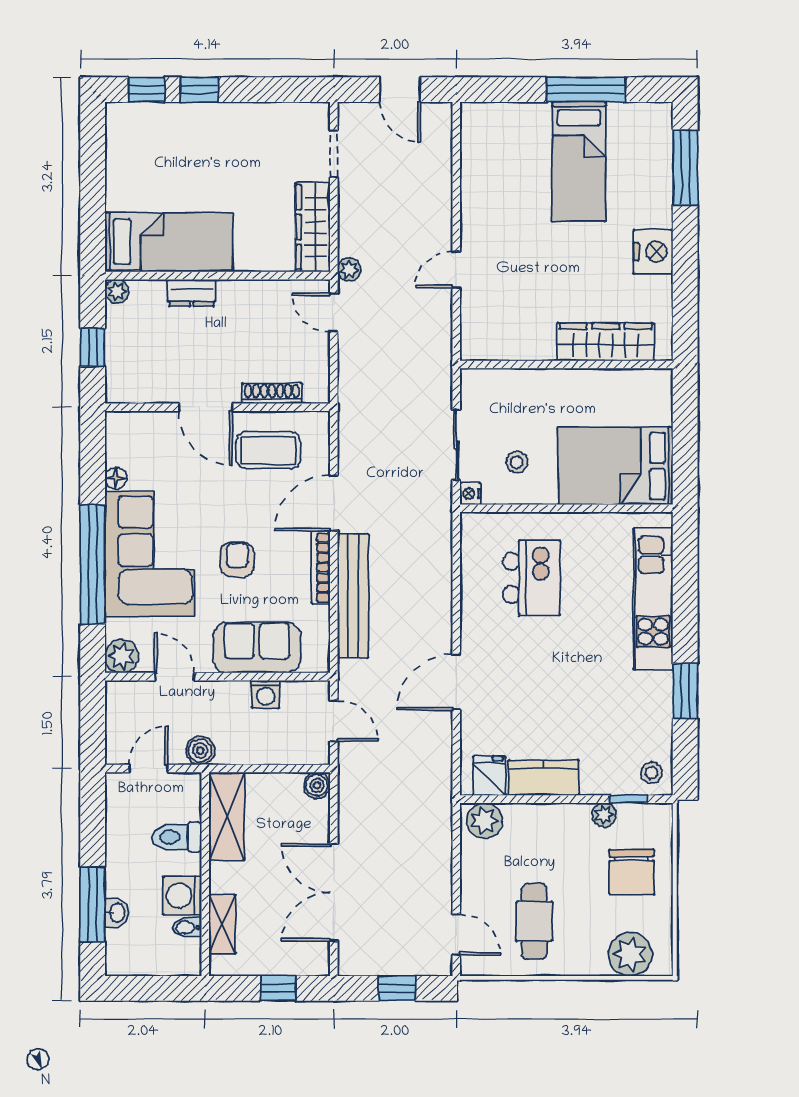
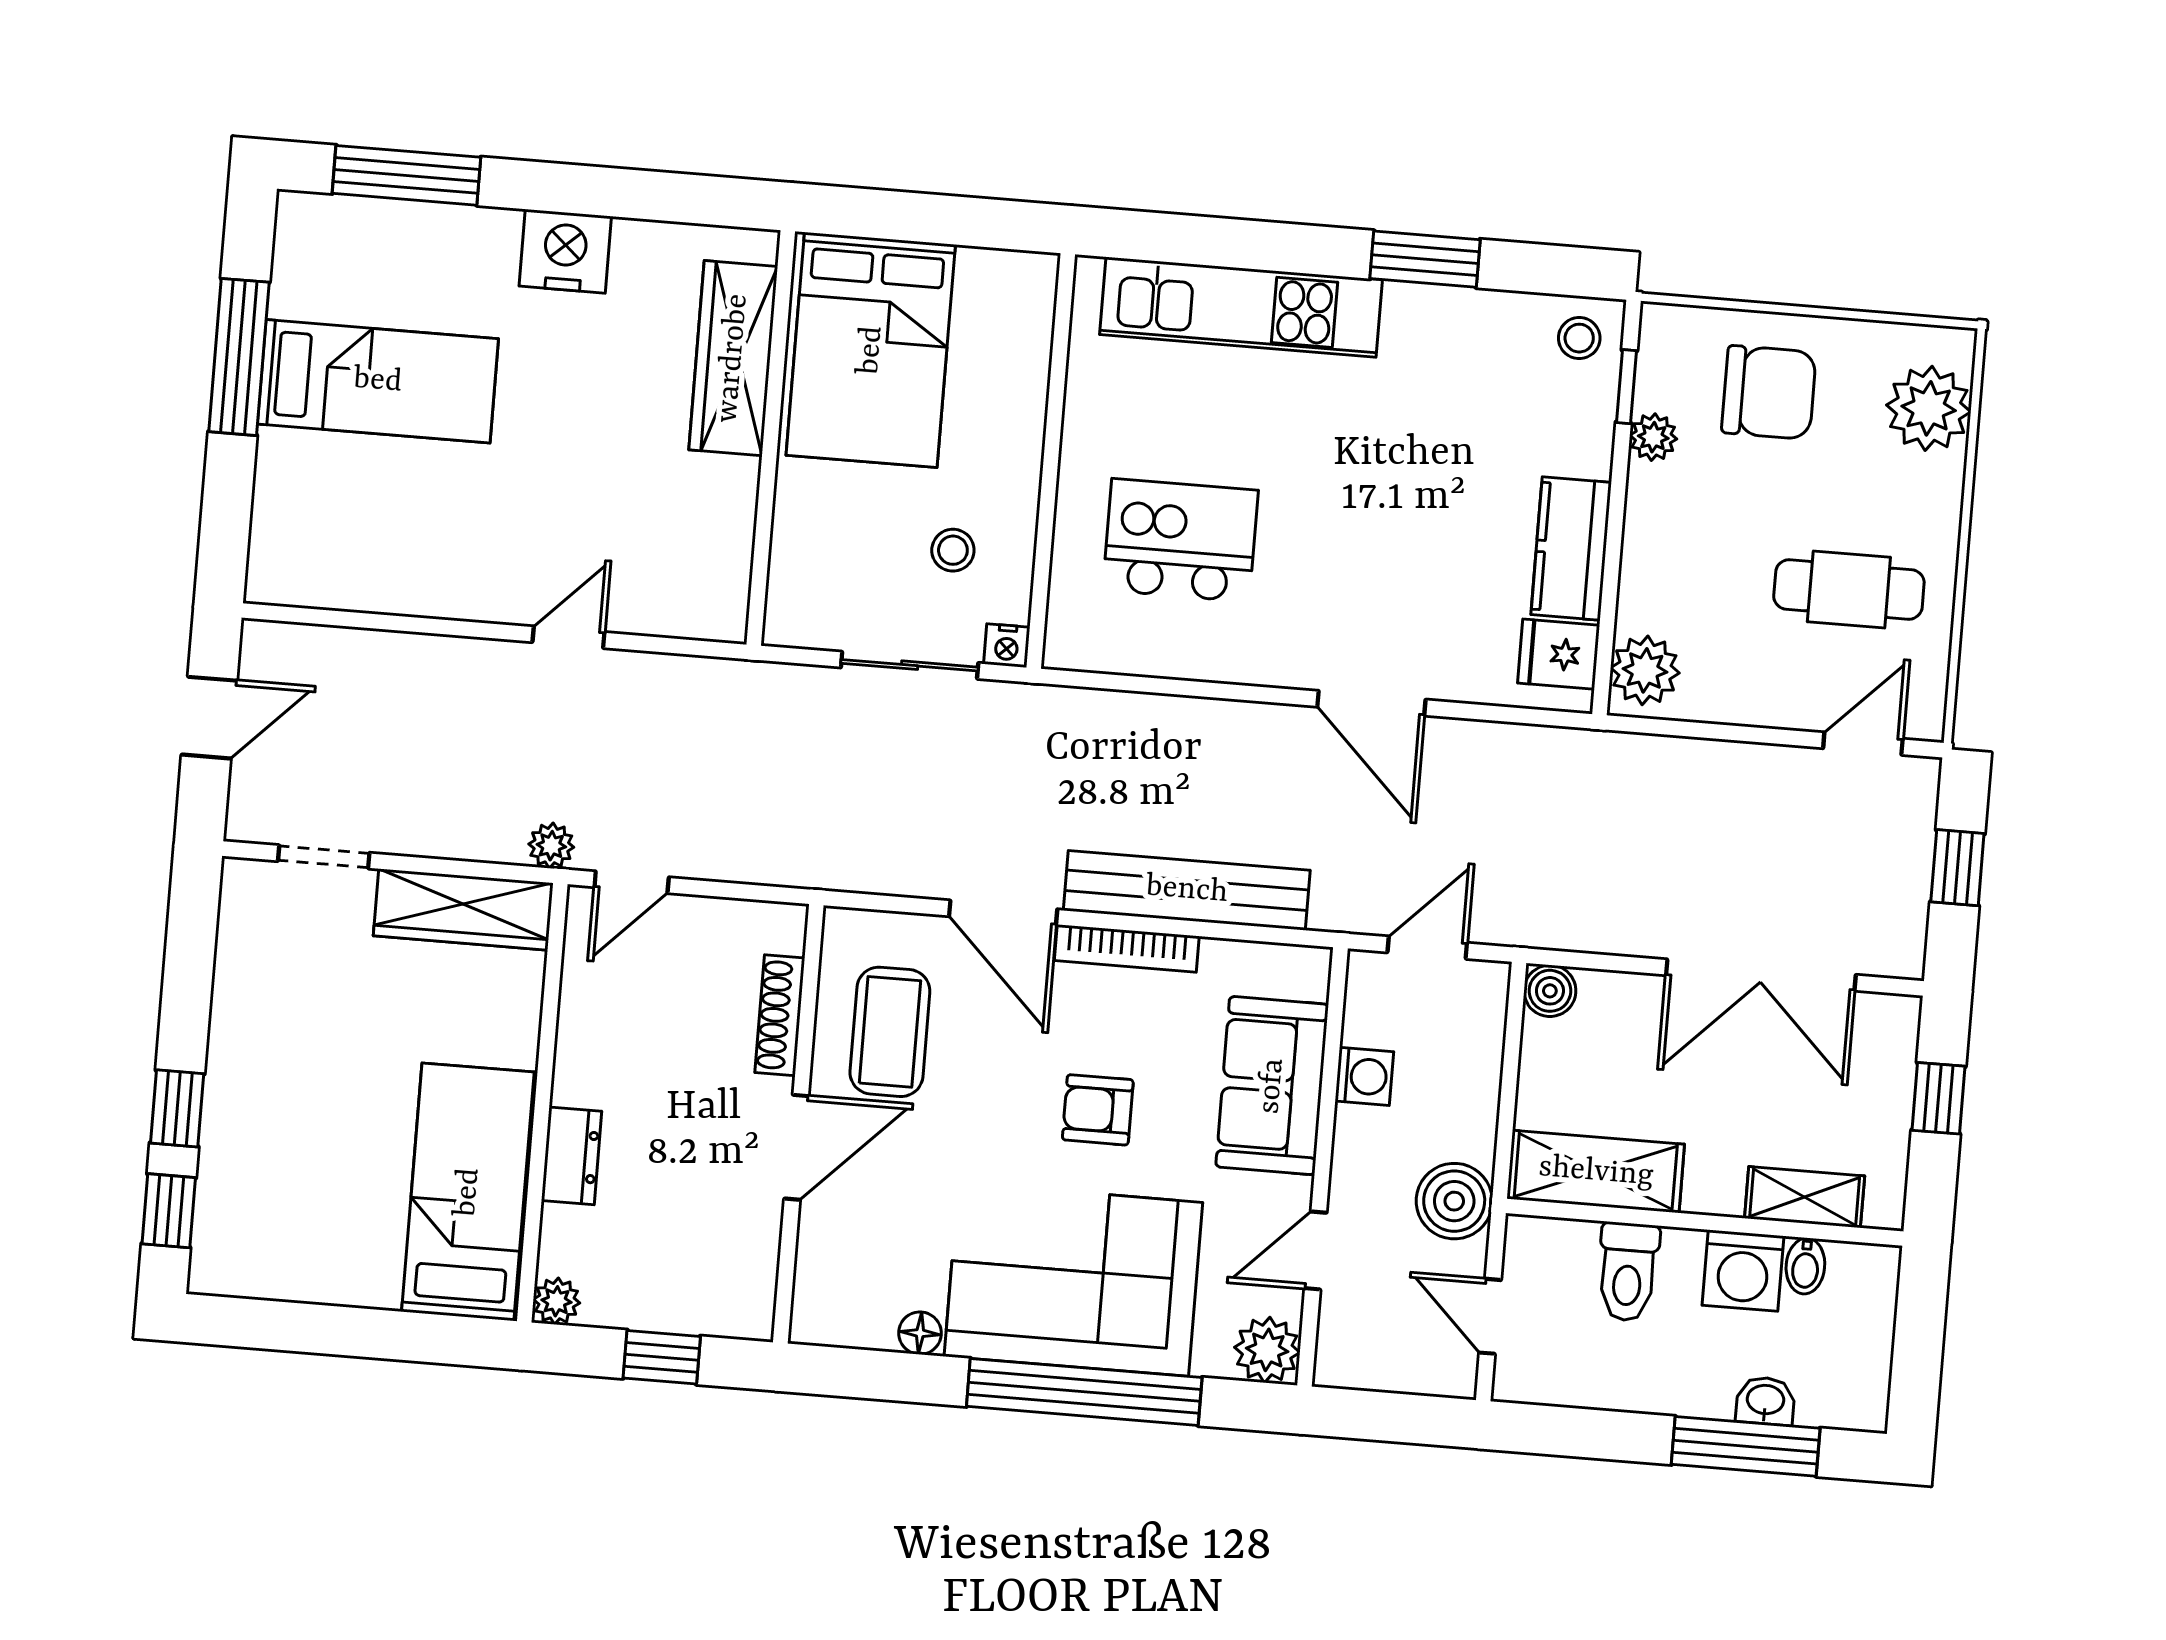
door: (456, 270) -> (568, 637), swing flipped
bed: (616, 466) -> (871, 350), moved
boiler: (200, 751) -> (1454, 1201), width x1.36, depth x1.36

